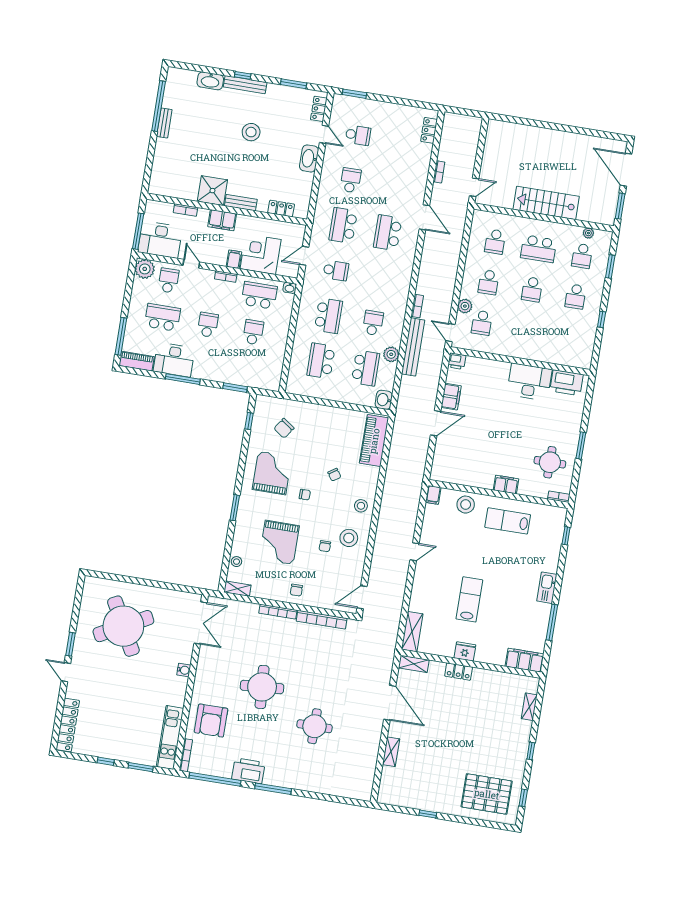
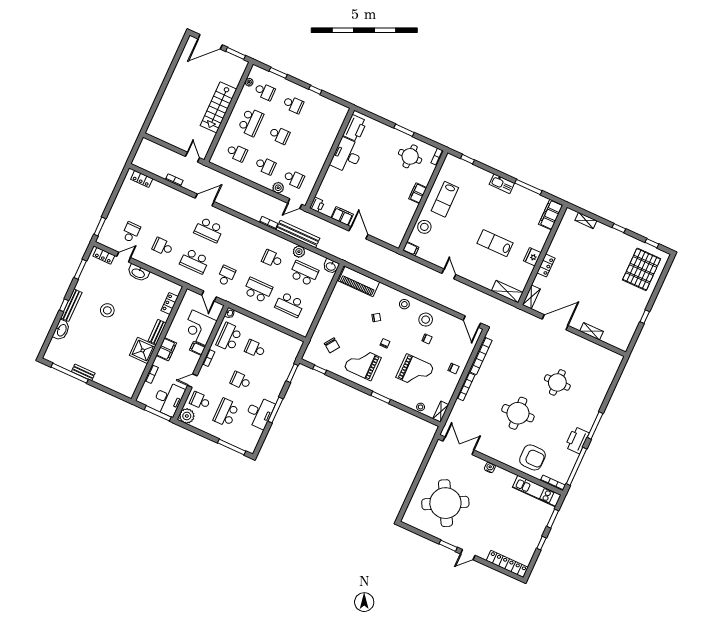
piano: (137, 361) -> (253, 440), removed

